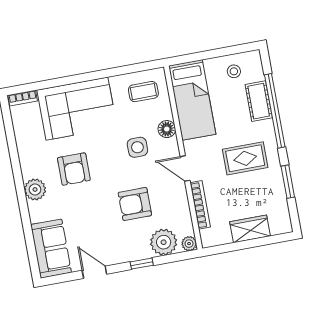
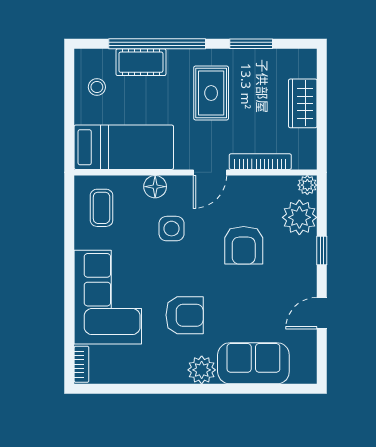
sofa: (51, 249) -> (253, 363), moved

